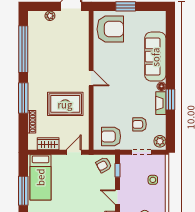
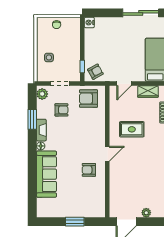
armchair: (110, 29) -> (89, 170), moved, width x0.53, depth x0.53
door: (91, 78) -> (107, 154), swing flipped
window: (170, 99) -> (32, 119), moved
rug: (65, 104) -> (132, 129), width x0.73, depth x0.70
armchair: (111, 136) -> (89, 99), turned 180
door: (118, 197) -> (82, 41), removed

